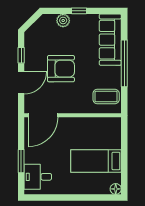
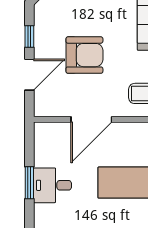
door: (43, 115) -> (91, 119), moved
desk: (38, 177) -> (52, 185), moved

